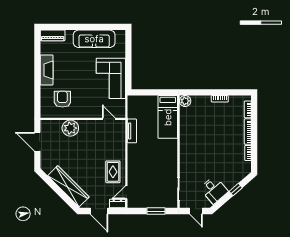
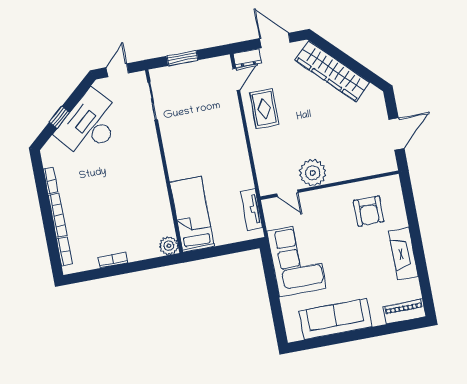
plant: (70, 128) -> (313, 173), moved
tv unit: (132, 131) -> (252, 210), moved
door: (37, 142) -> (396, 134), hinge flipped
desk: (214, 190) -> (90, 125), width x1.87, depth x1.30
door: (196, 211) -> (117, 70), hinge flipped

